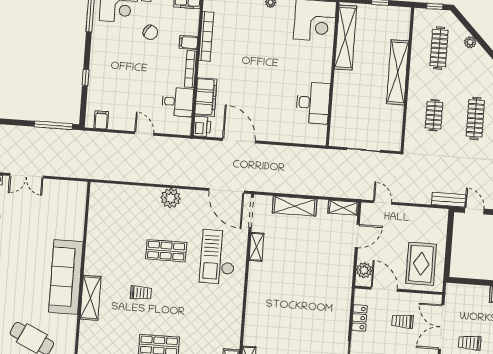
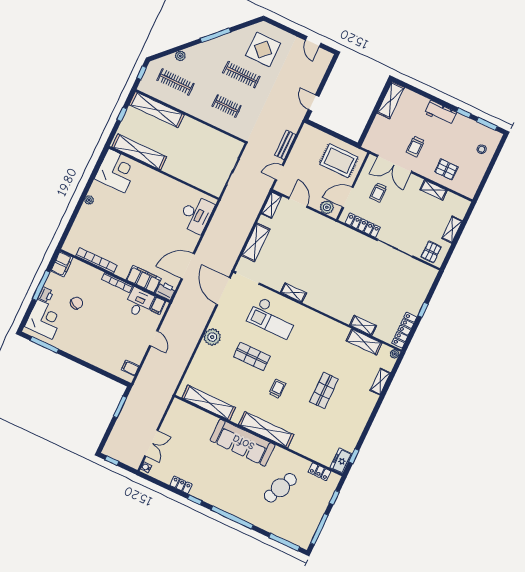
filing cabinet: (188, 42) -> (158, 306), moved
shelving: (398, 72) -> (157, 110), moved
window: (85, 77) -> (92, 367), removed
desk: (313, 103) -> (196, 214), moved, turned 90
window: (53, 125) -> (120, 407), width x0.69
door: (144, 134) -> (154, 338), swing flipped
door: (226, 191) -> (223, 291), swing flipped
bench: (448, 200) -> (285, 145), moved
door: (474, 211) -> (313, 103), hinge flipped
shelving: (96, 222) -> (209, 403), added
shelving: (256, 247) -> (293, 293), moved
shop shelf: (166, 251) -> (252, 356), turned 90
shelving: (91, 298) -> (266, 430), width x1.47
locker: (359, 318) -> (363, 225), width x1.53

